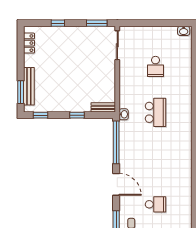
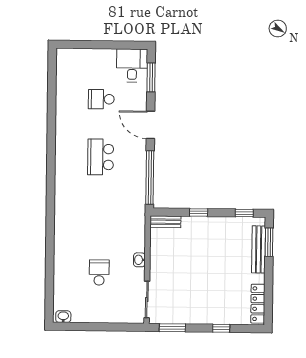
locker: (29, 43) -> (258, 304), width x1.53
school desk: (155, 112) -> (101, 157), moved
washbasin: (124, 114) -> (139, 260), moved

